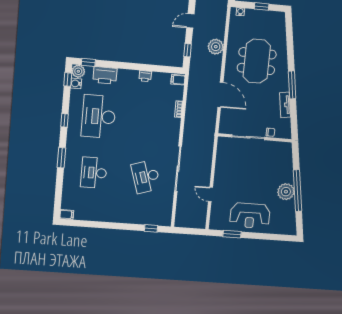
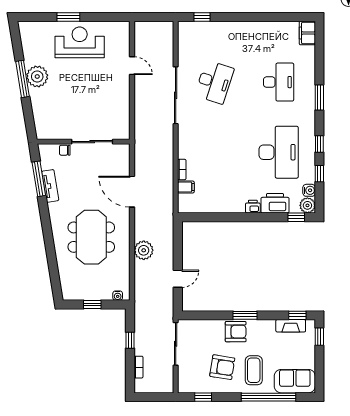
window: (188, 50) -> (178, 243), removed
printer: (145, 76) -> (253, 207), moved
window: (68, 79) -> (319, 174), moved
filing cabinet: (178, 80) -> (186, 187), moved
window: (292, 85) -> (39, 179), moved
desk: (146, 177) -> (214, 82), turned 36
window: (298, 191) -> (23, 79), width x0.68
filing cabinet: (67, 215) -> (307, 33), width x2.00
window: (232, 234) -> (68, 17), moved

